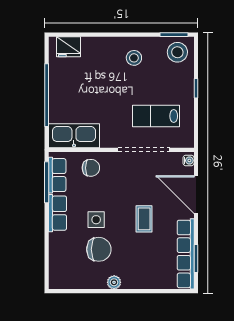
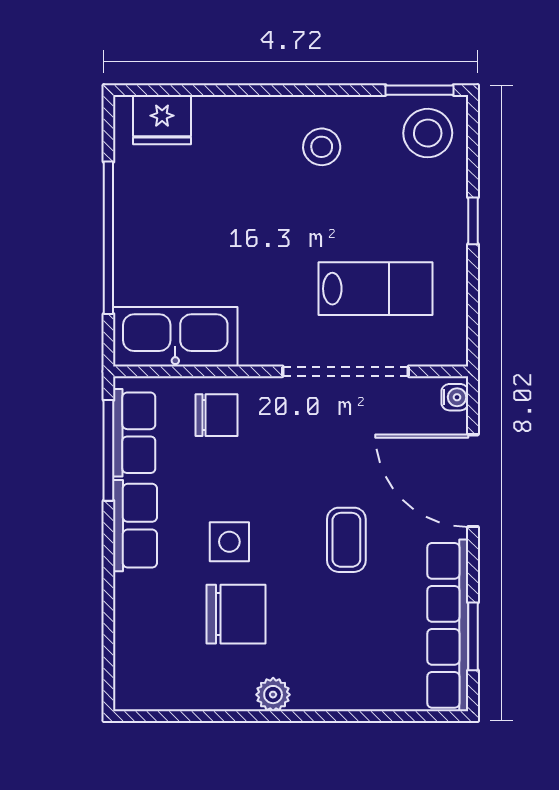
lab bench: (156, 116) -> (375, 289), turned 180

